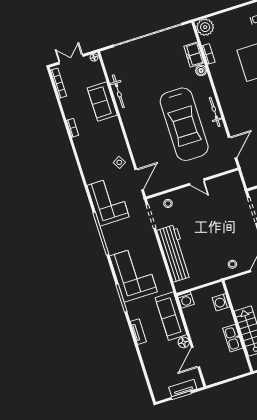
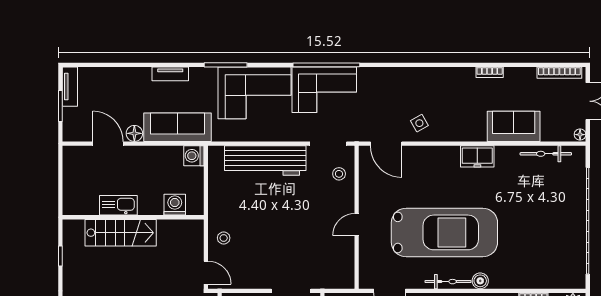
freezer: (194, 54) -> (477, 156), moved, turned 180
boiler: (201, 70) -> (480, 281), moved
bicycle: (118, 91) -> (546, 154), moved
car: (184, 124) -> (444, 232), turned 180
corner sofa: (108, 201) -> (324, 90), moved
tv unit: (183, 388) -> (70, 87), moved

